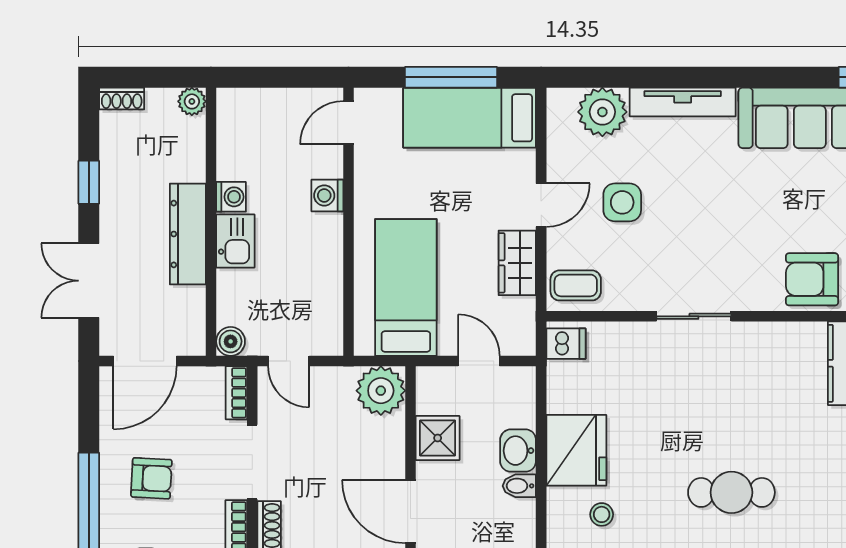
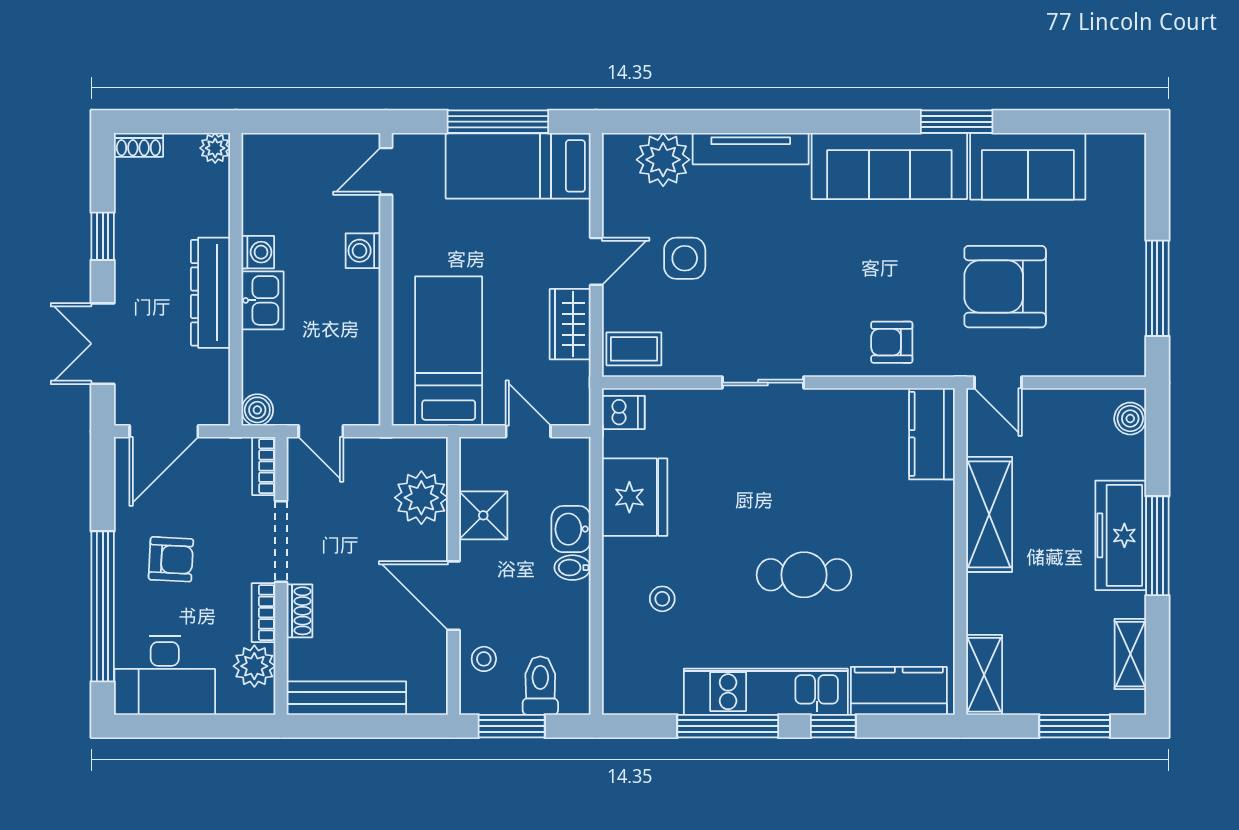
armchair: (812, 279) -> (892, 342), width x0.72, depth x0.72
plant: (381, 391) -> (421, 498), moved
fridge: (576, 450) -> (635, 497), moved

